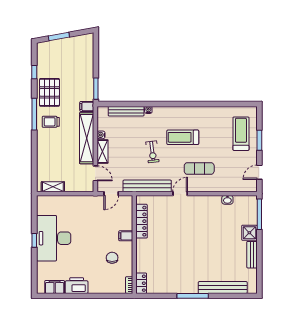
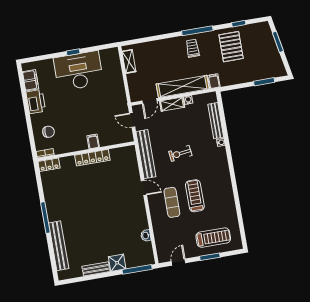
window: (96, 89) -> (264, 82), moved
pallet: (49, 92) -> (231, 47), moved, turned 90
treadmill: (183, 137) -> (195, 196), moved
door: (259, 172) -> (178, 262), hinge flipped
locker: (142, 221) -> (92, 158), moved
chair: (112, 258) -> (48, 132), moved

